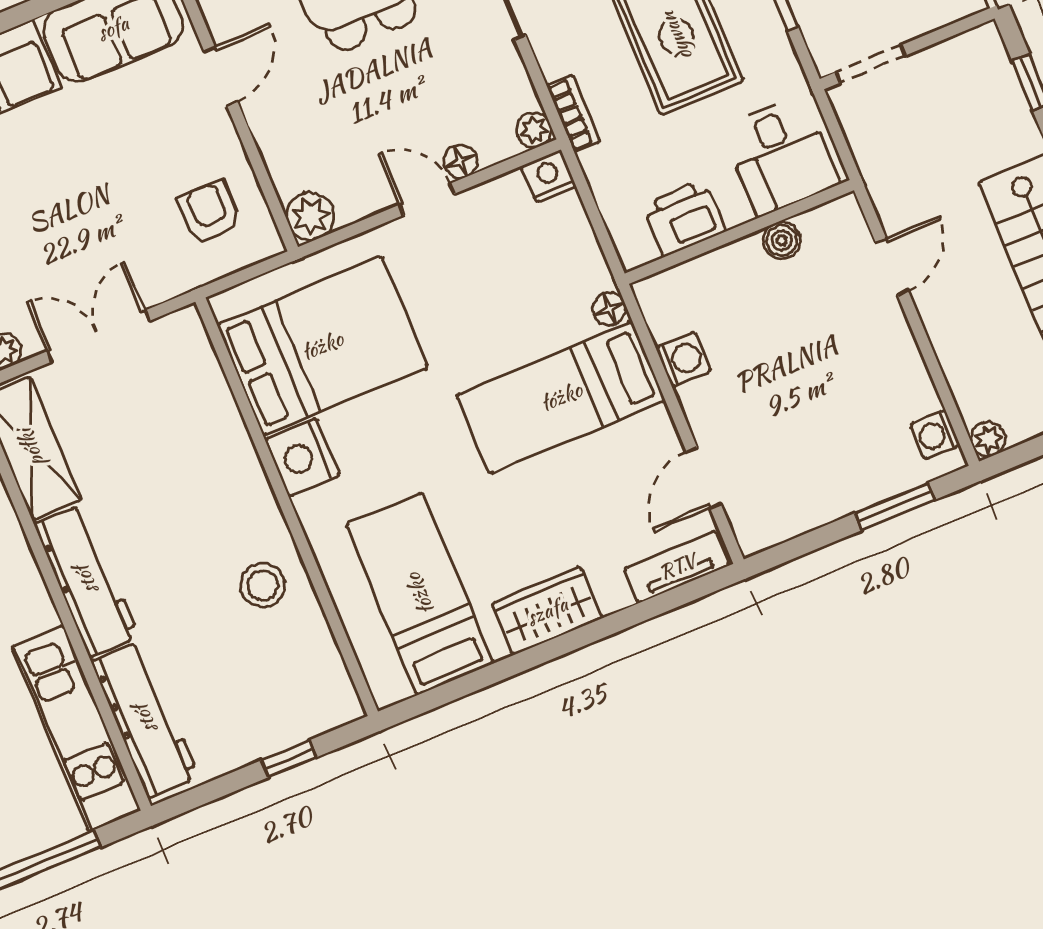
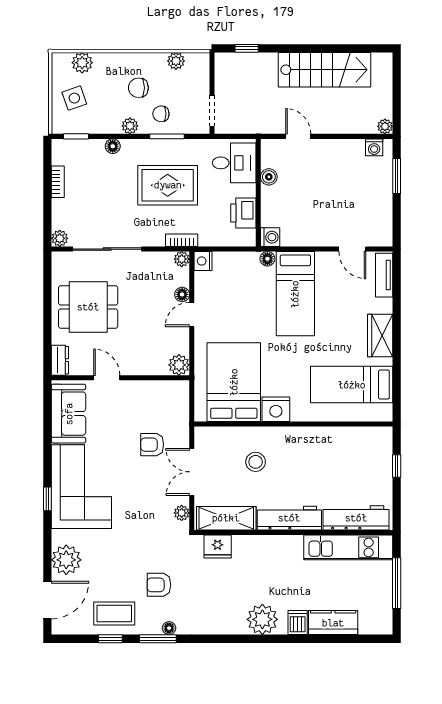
armchair: (210, 212) -> (152, 445), moved
washing machine: (683, 359) -> (270, 237), moved, turned 90
stool: (263, 585) -> (256, 462), moved

